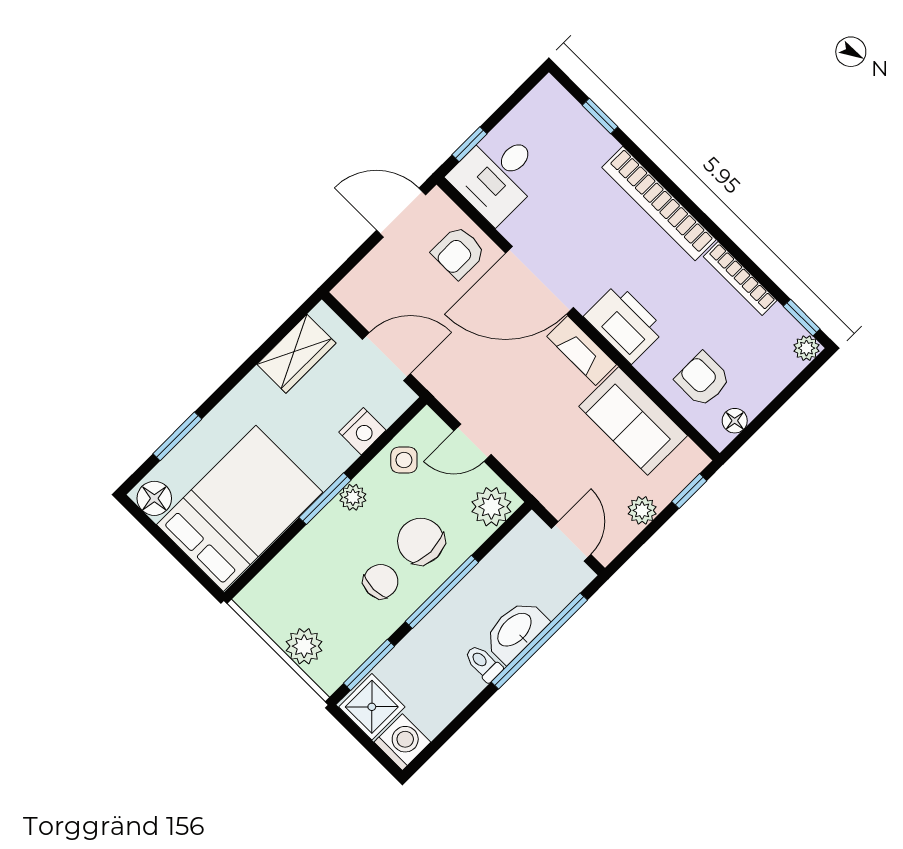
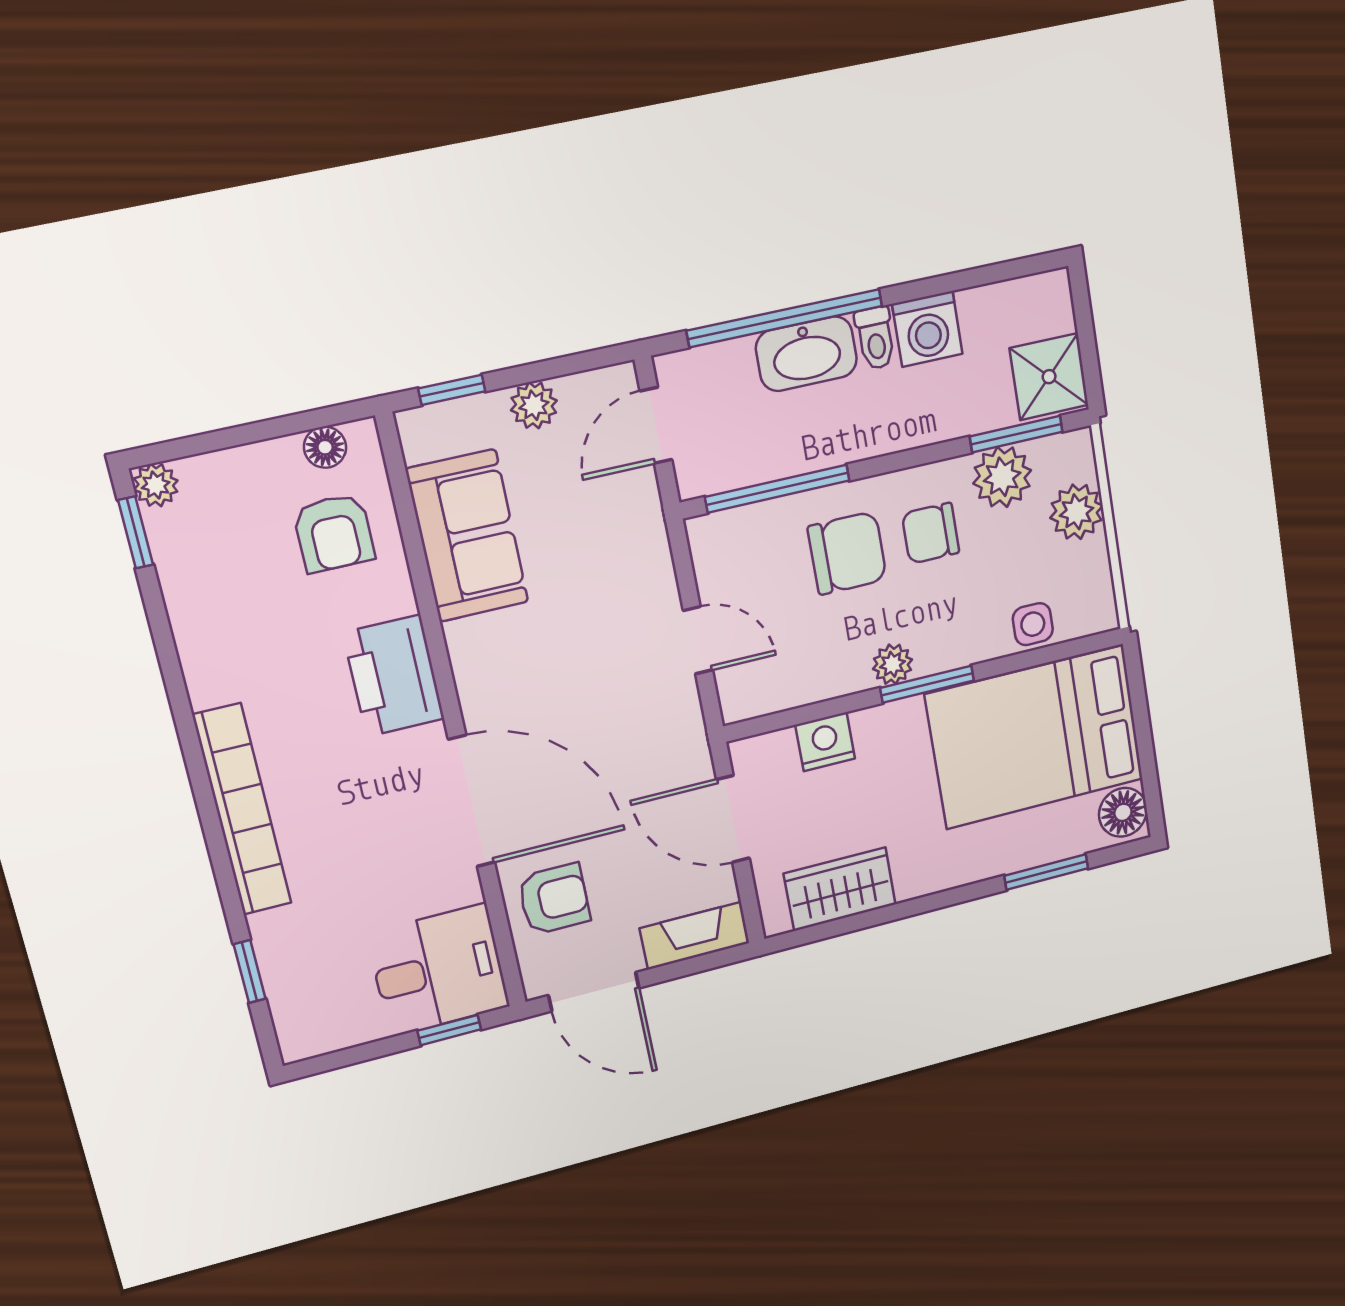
bookcase: (740, 279) -> (191, 640), removed
fireplace: (582, 351) -> (695, 936), moved, turned -90
side table: (404, 460) -> (1033, 624), moved, turned 45
plant: (491, 507) -> (1002, 477), moved
chair: (421, 541) -> (847, 553), turned -90
window: (442, 592) -> (777, 489), moved
washing machine: (402, 742) -> (927, 329), moved, turned -90

